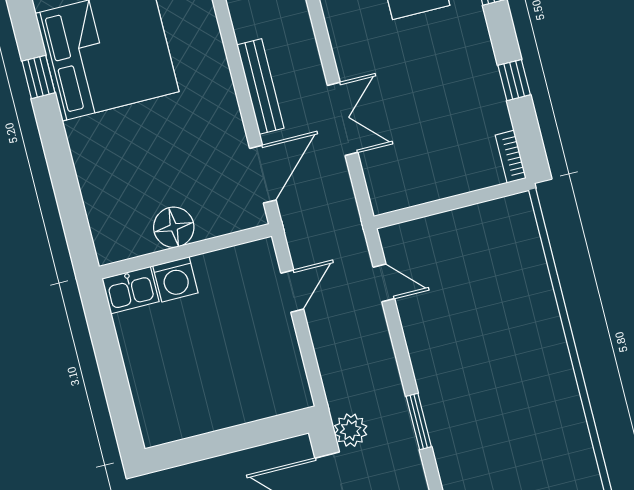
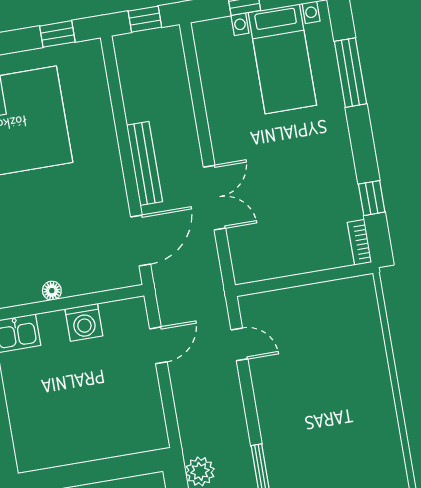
window: (514, 80) -> (372, 198), moved
floor lamp: (174, 227) -> (52, 291), width x0.53, depth x0.53
washing machine: (175, 279) -> (84, 322), moved

